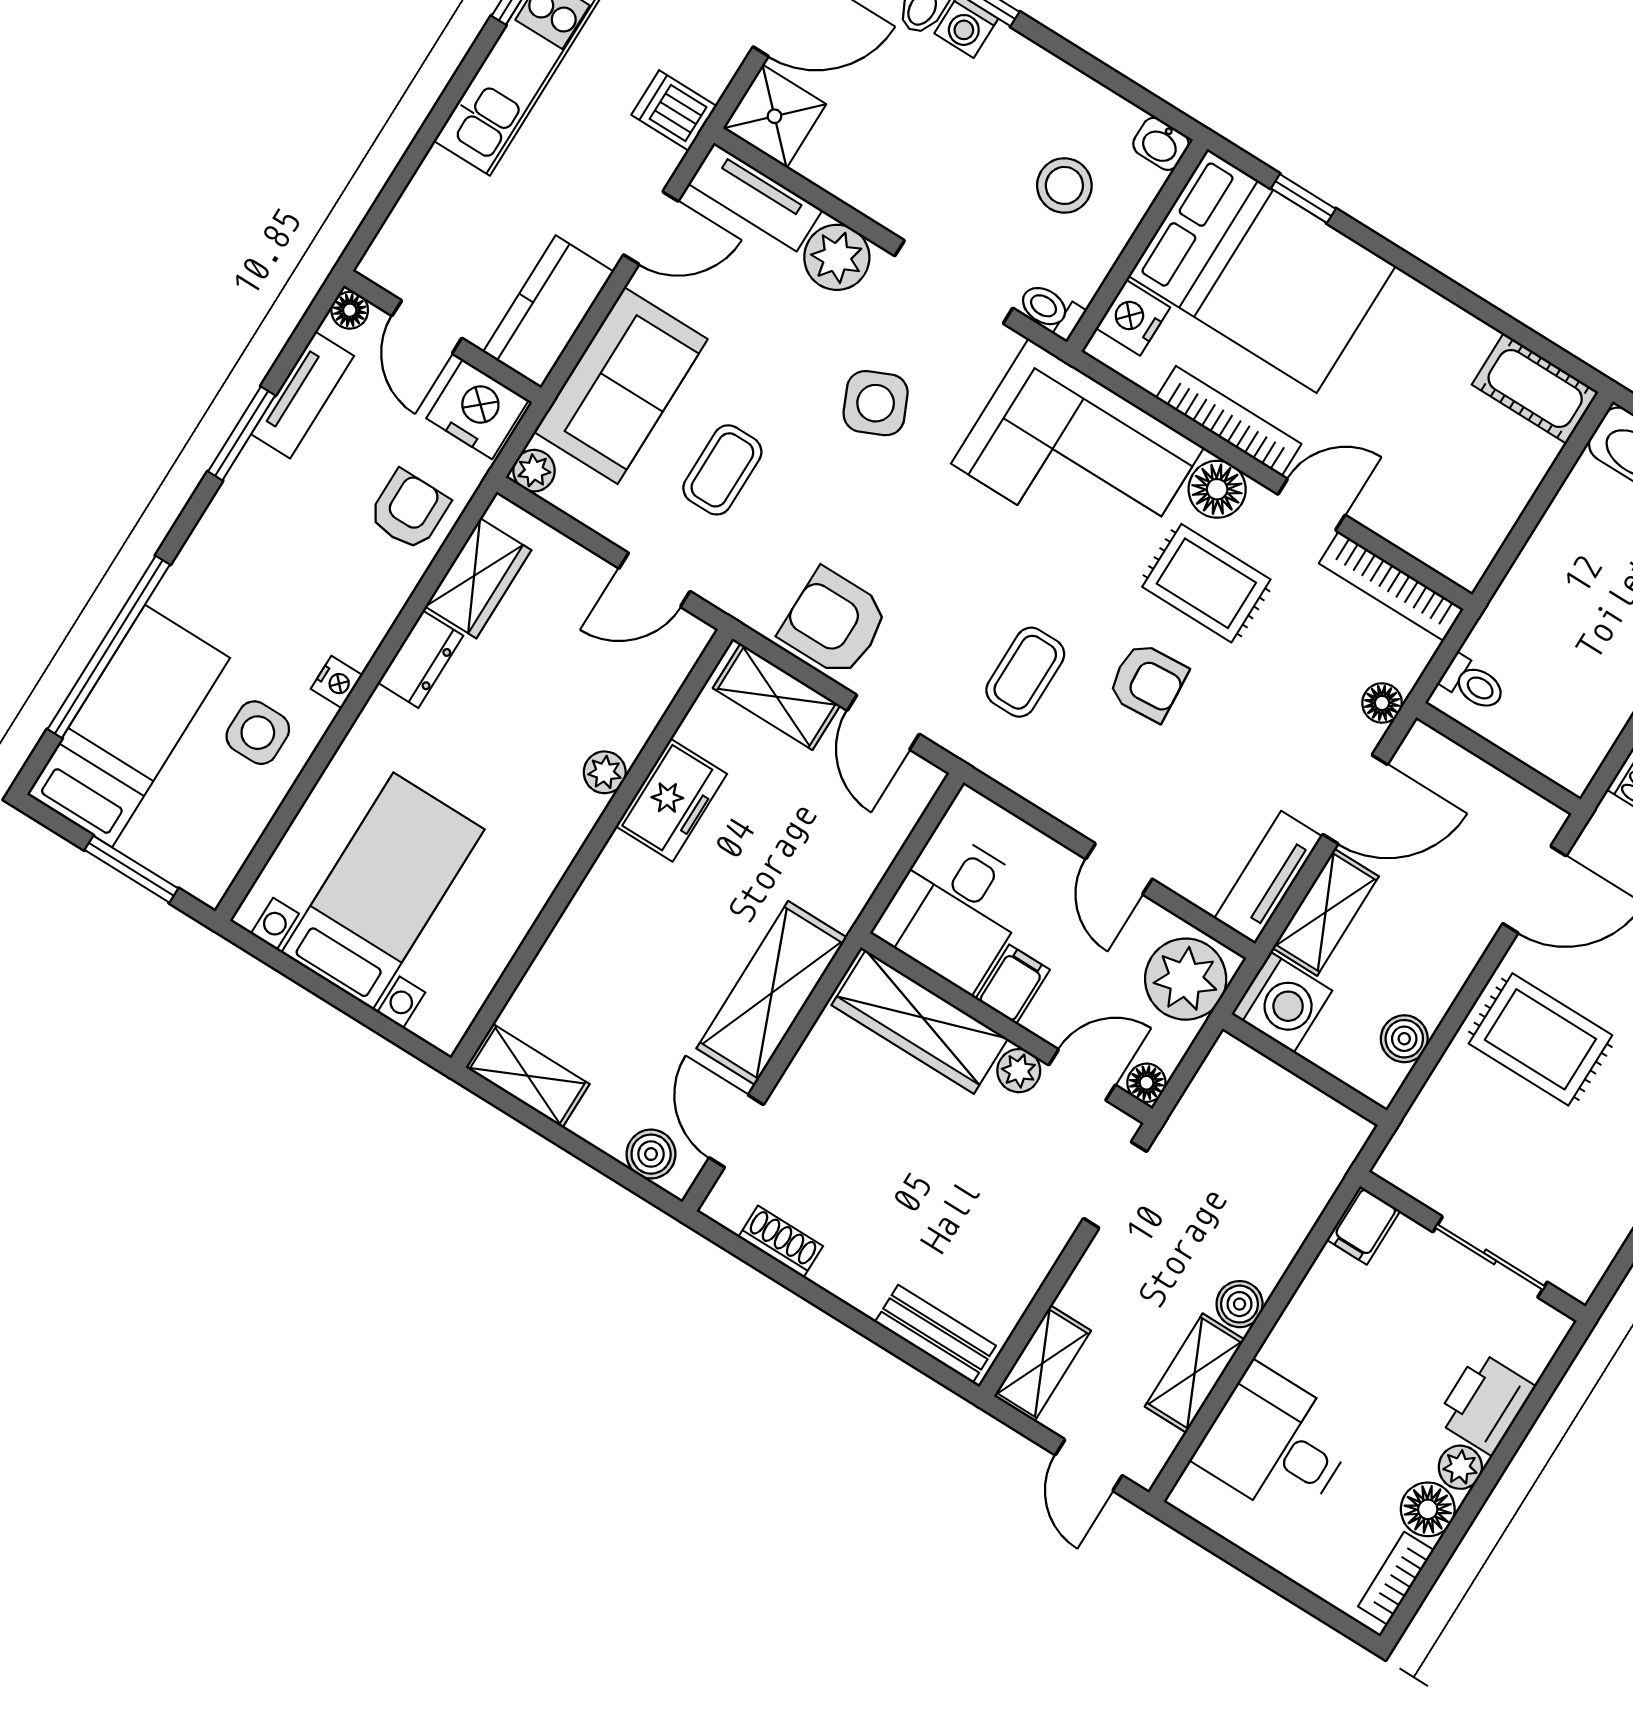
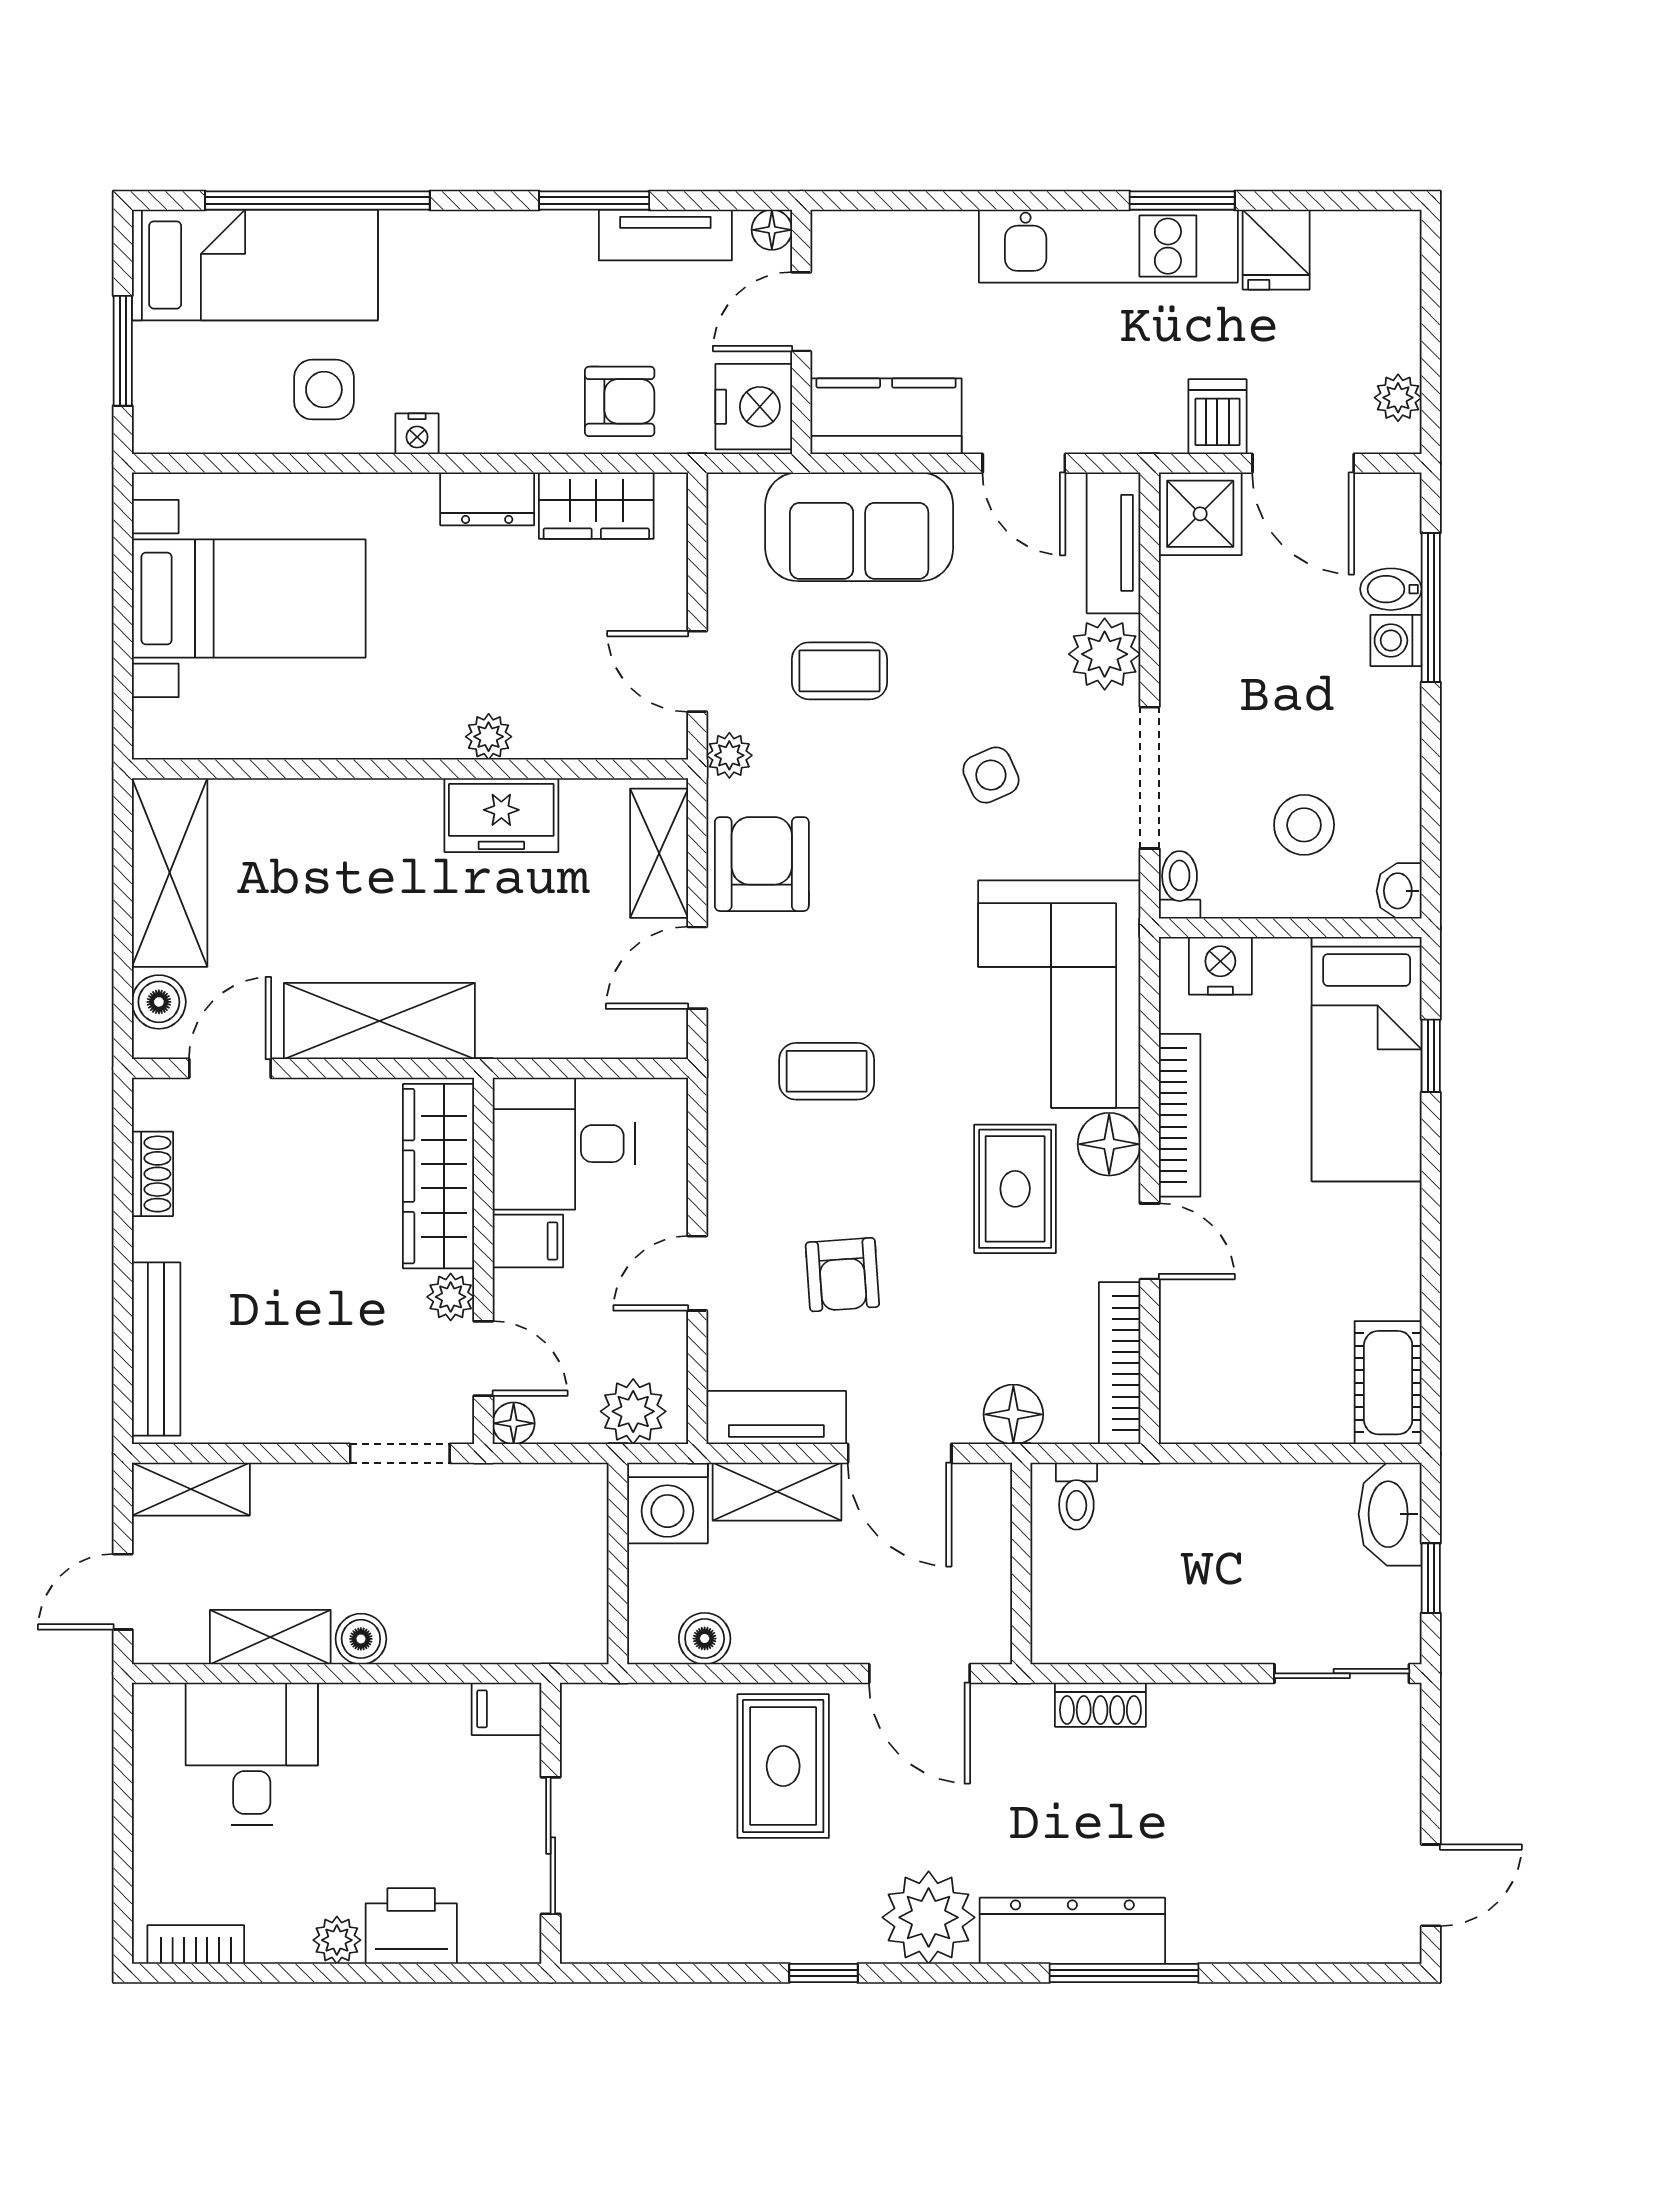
dishwasher: (674, 111) -> (1217, 417), moved
bed: (1262, 271) -> (1367, 1059), width x0.67
side table: (876, 403) -> (991, 775), width x0.73, depth x0.73
plant: (534, 471) -> (729, 755), moved
armchair: (1148, 682) -> (842, 1275), moved
floor lamp: (1382, 703) -> (1013, 1414), width x1.37, depth x1.37
plant: (1186, 979) -> (633, 1411), width x0.73, depth x0.73
shelving: (528, 1076) -> (170, 872), width x1.50, depth x1.33
bench: (935, 1334) -> (156, 1349), width x1.36
floor lamp: (1428, 1509) -> (279, 1934), removed

